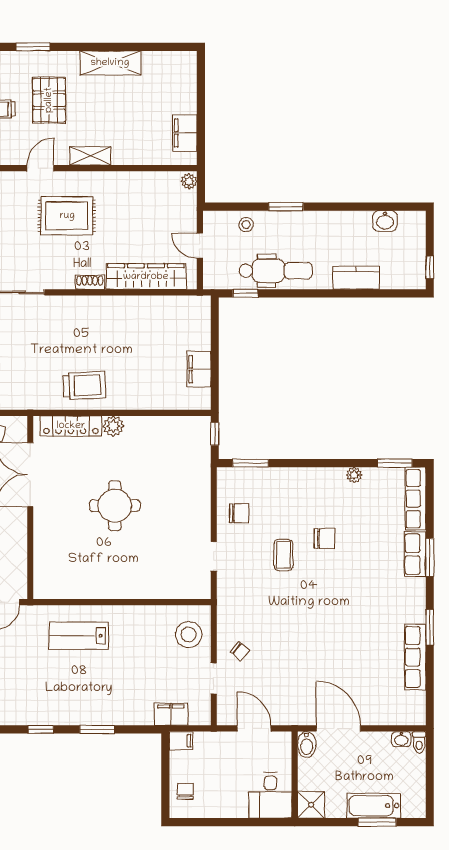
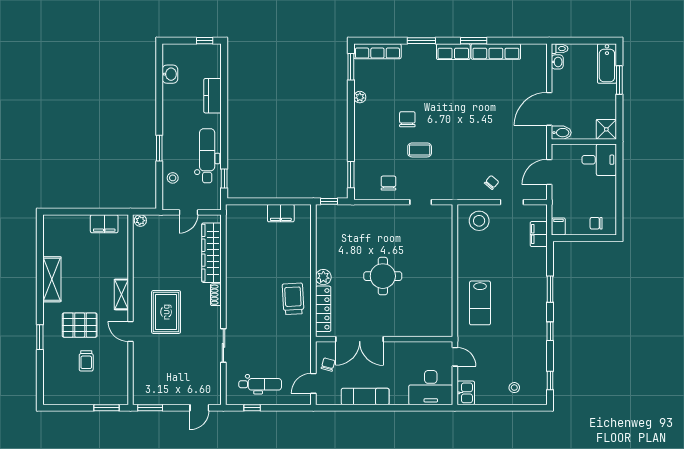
row of seats: (415, 554) -> (453, 52), moved
bathtub: (374, 806) -> (607, 64), moved

